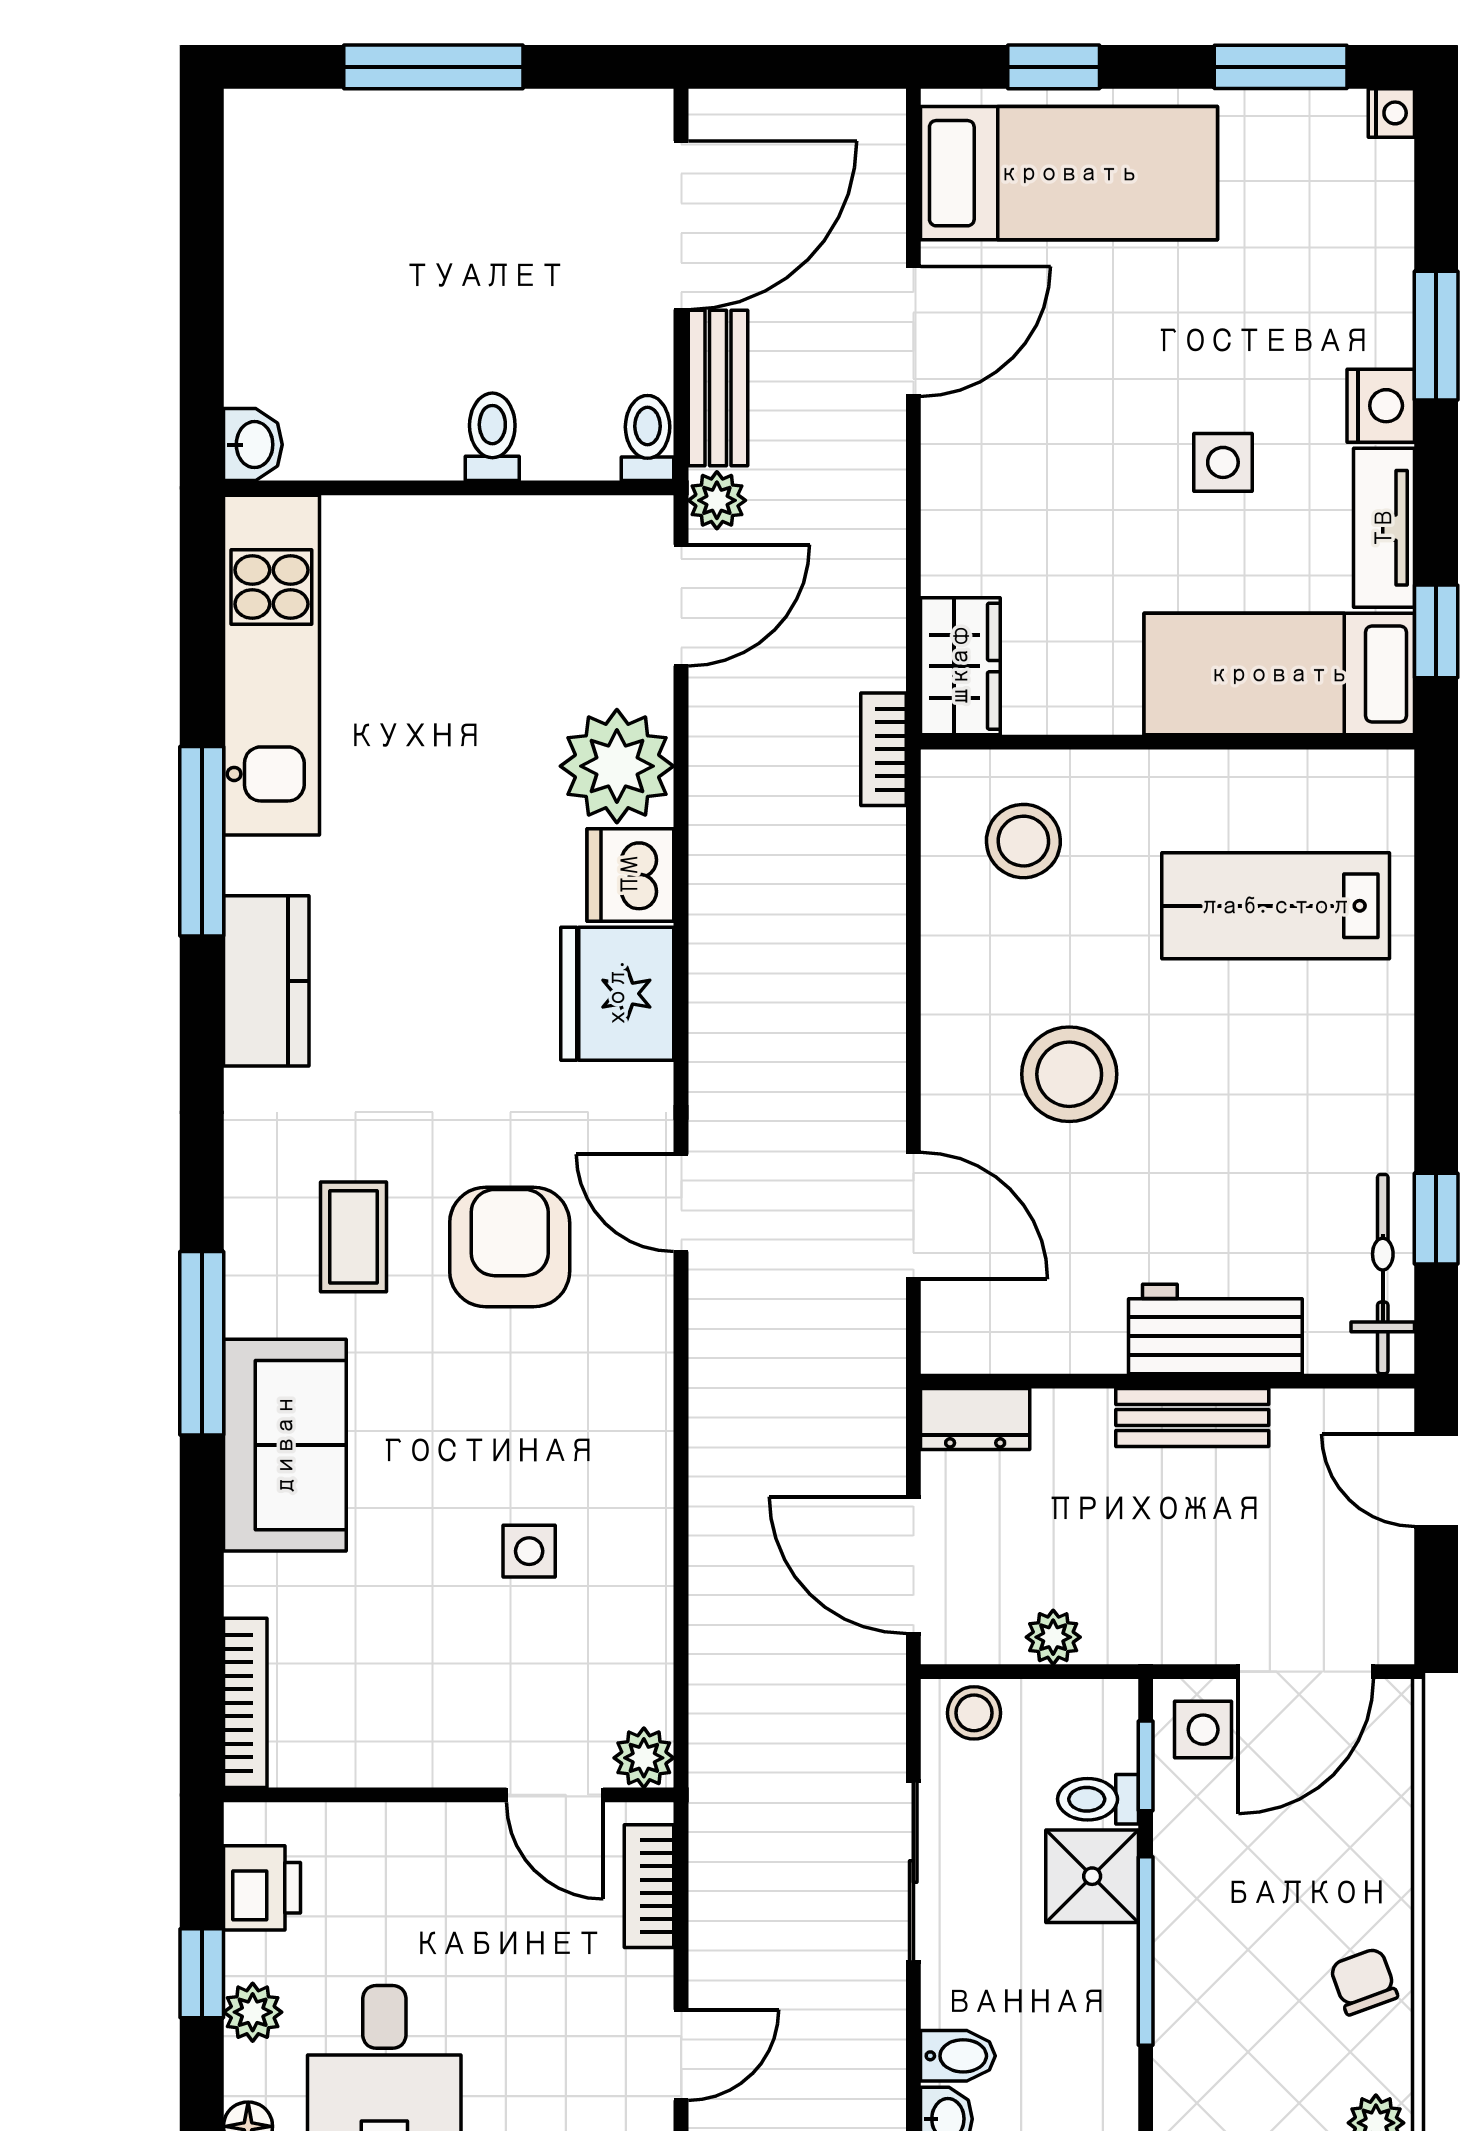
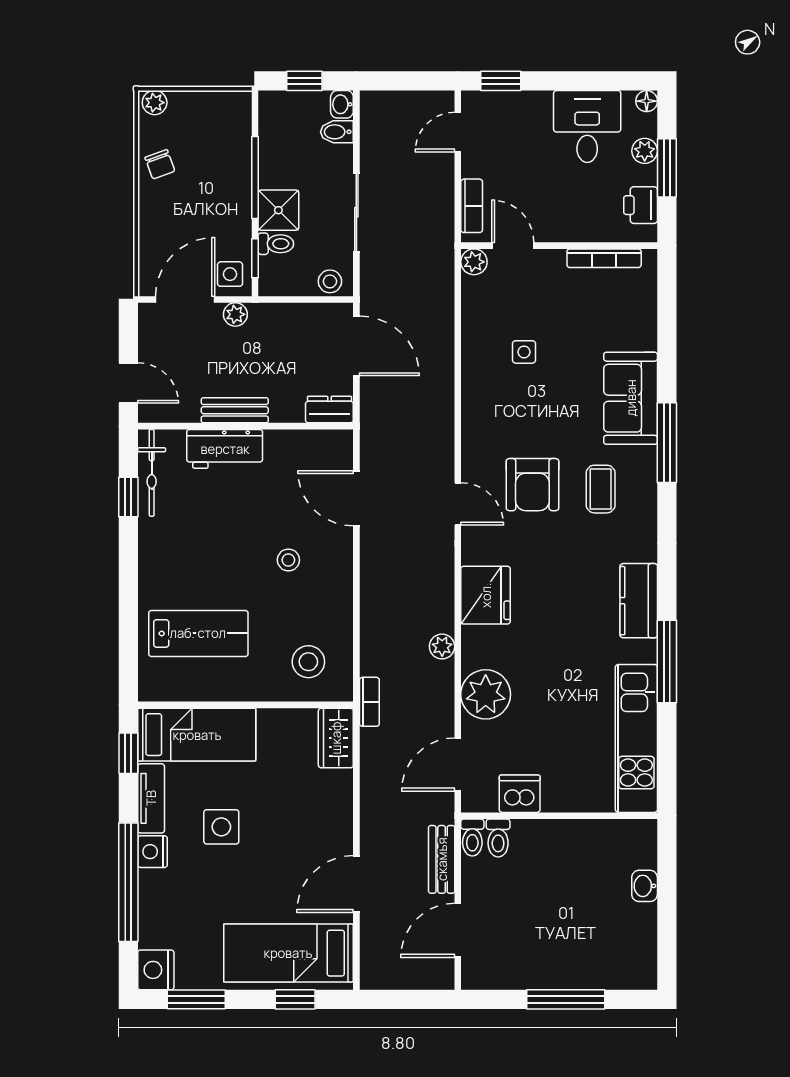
nightstand: (1391, 113) -> (156, 970), width x1.89, depth x1.79
door: (681, 225) -> (458, 930), width x0.73
window: (1436, 336) -> (128, 882), width x2.11
toilet: (492, 437) -> (498, 838), moved
washbasin: (253, 445) -> (645, 886), moved
side table: (1223, 462) -> (221, 827), width x1.37, depth x1.37
plant: (717, 500) -> (442, 646), moved
dishwasher: (630, 875) -> (520, 794), moved, turned -90
stool: (1069, 1074) -> (288, 560), width x0.53, depth x0.53
plant: (1053, 1637) -> (235, 314), moved
bookcase: (245, 1703) -> (604, 258), moved, turned -90
window: (202, 1973) -> (667, 168), width x1.50

